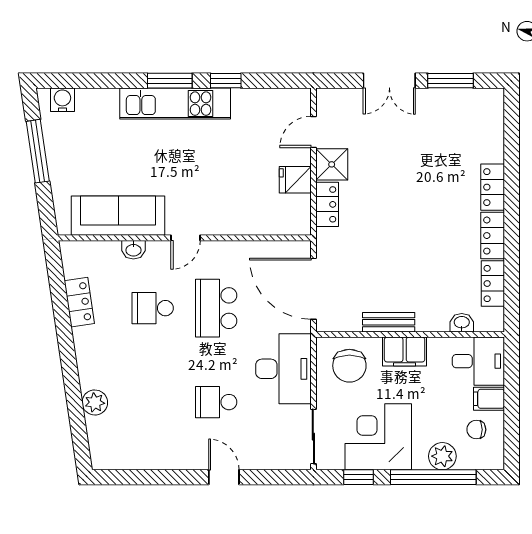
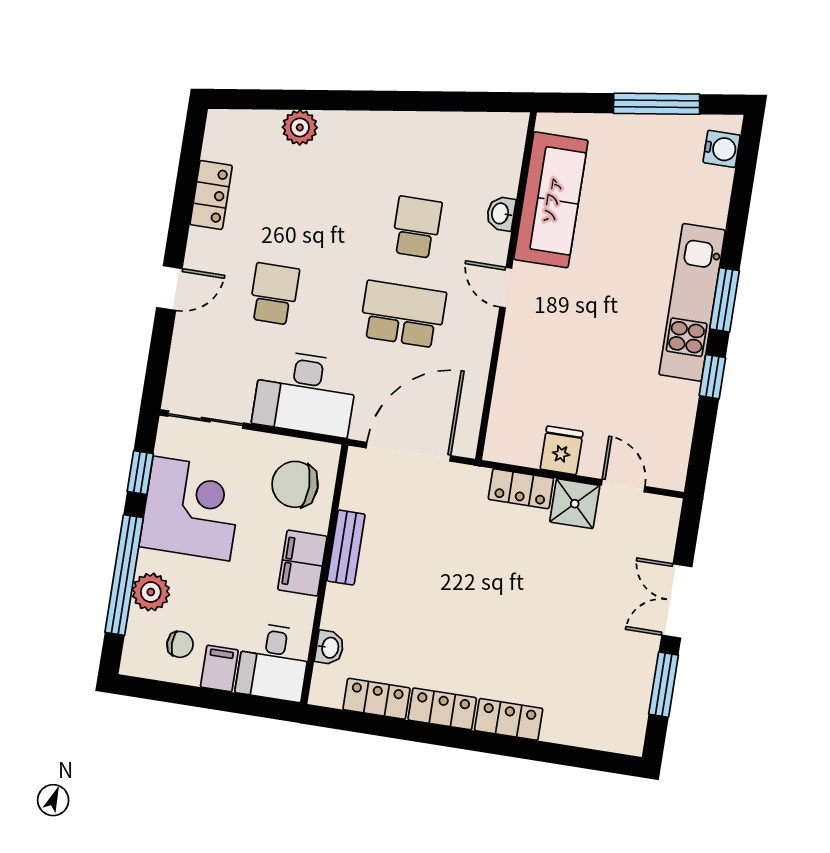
locker: (79, 302) -> (211, 195), moved, turned -82
chair: (476, 430) -> (180, 644), turned 90

